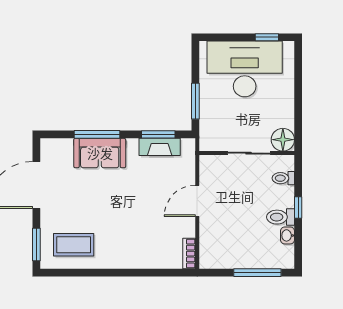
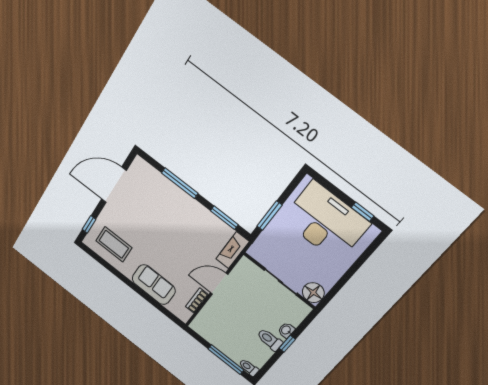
fireplace: (160, 147) -> (232, 250), moved, turned 90
sofa: (100, 153) -> (154, 285), moved, turned 180
toilet: (283, 178) -> (249, 368), moved
washbasin: (287, 235) -> (286, 330), moved
window: (36, 245) -> (89, 224), width x0.67
bookcase: (189, 254) -> (197, 301), moved

